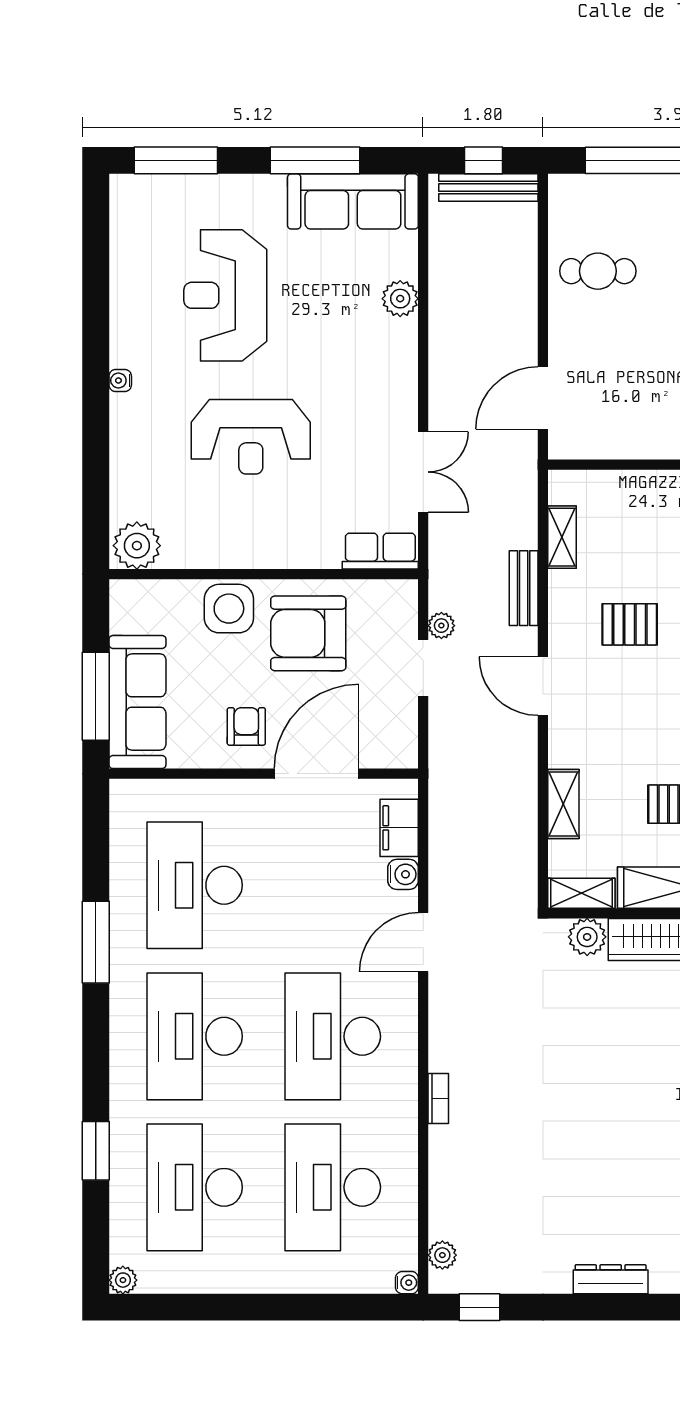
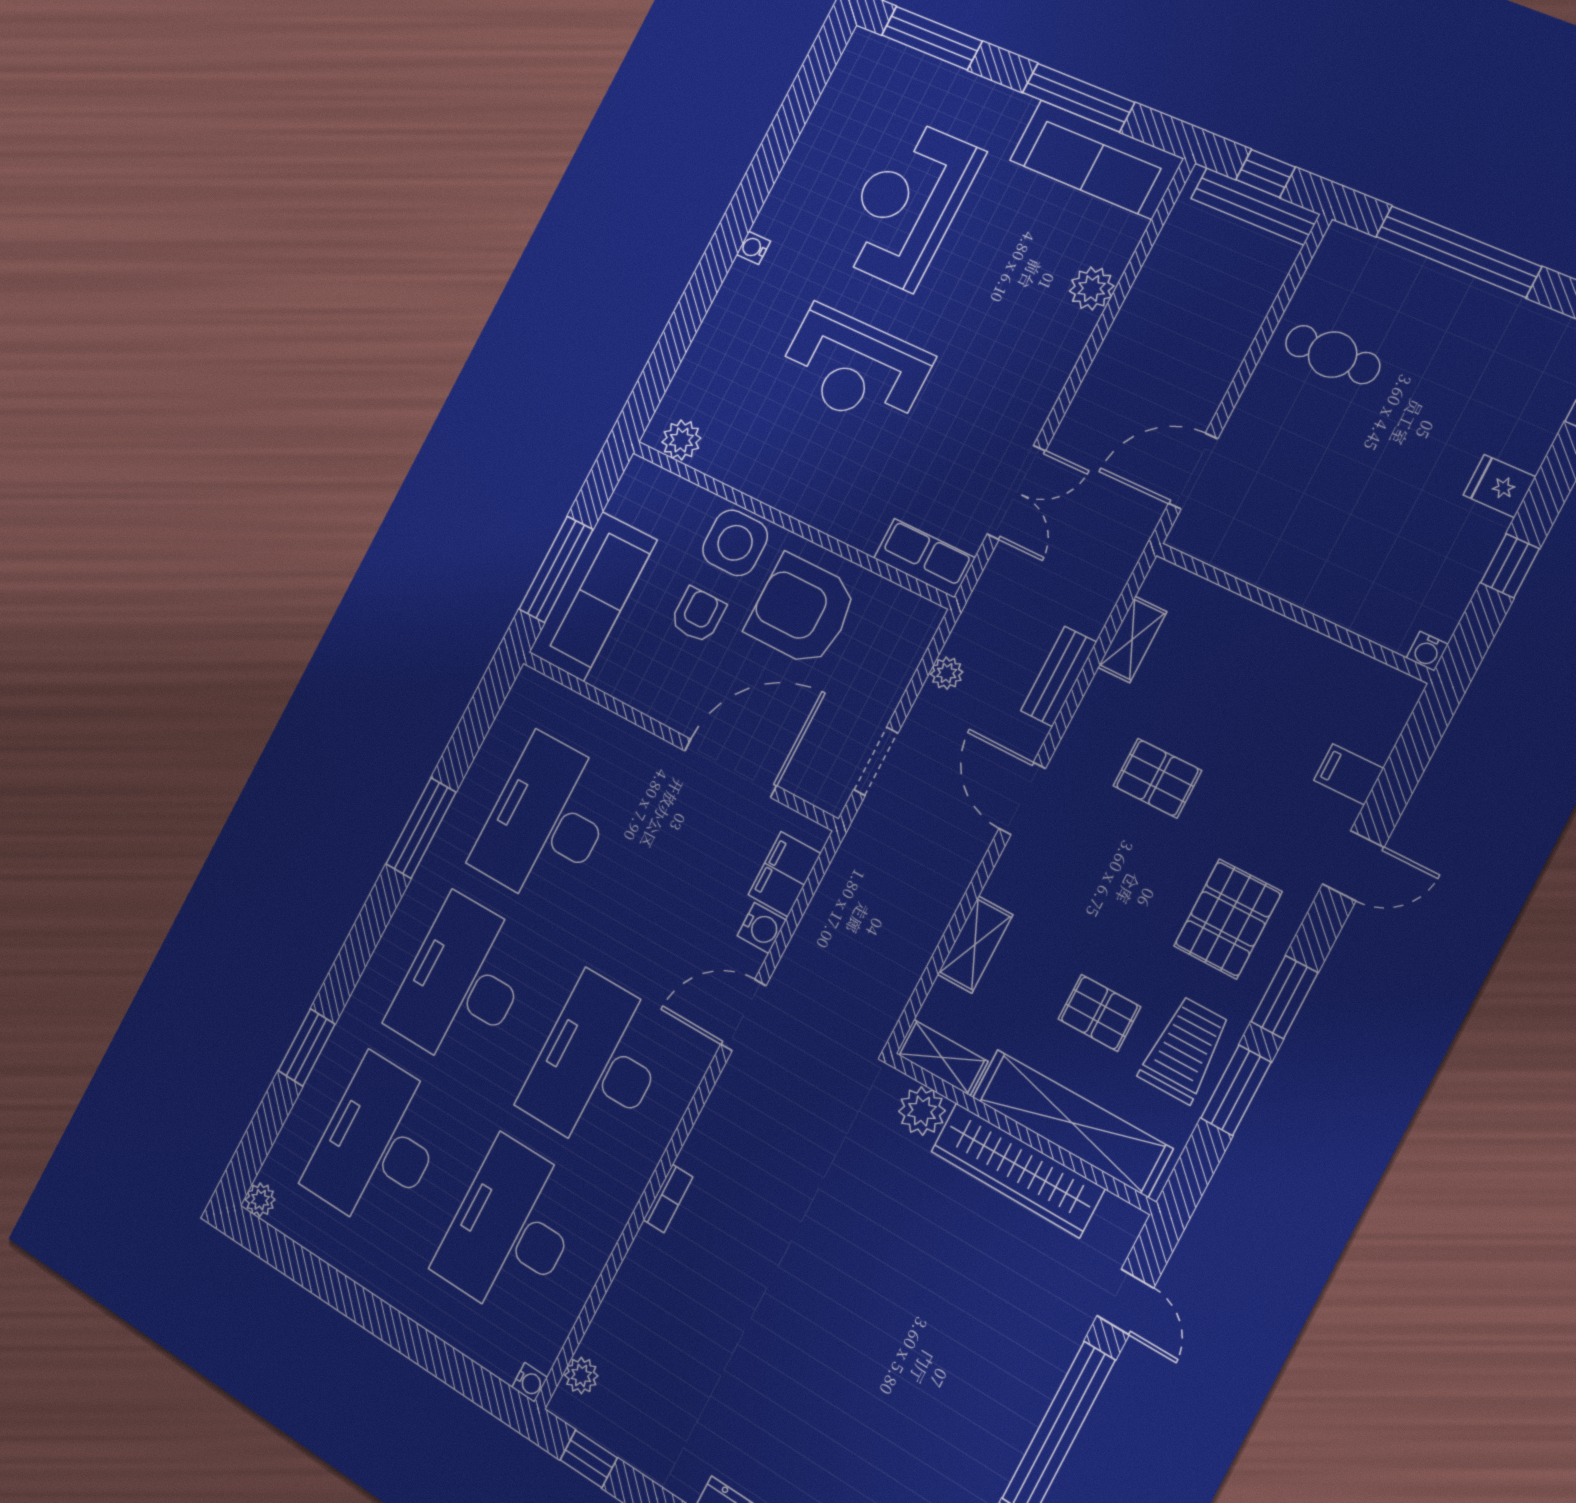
plant: (137, 546) -> (681, 440), width x0.73, depth x0.73
doorway: (423, 668) -> (876, 761), moved
armchair: (246, 726) -> (698, 615), moved

